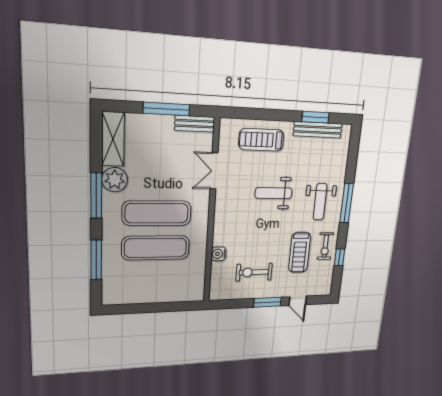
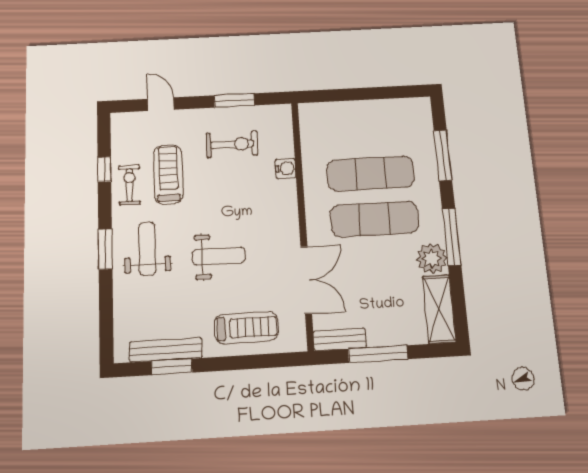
double door: (214, 171) -> (306, 280), width x1.37
window: (346, 203) -> (105, 249), width x0.69
window: (267, 302) -> (234, 100), moved

